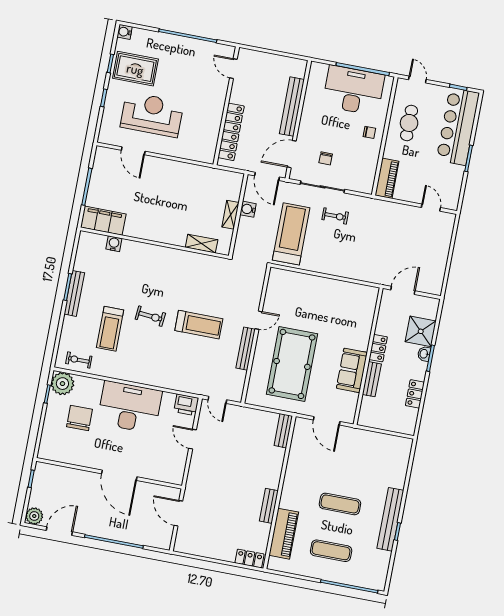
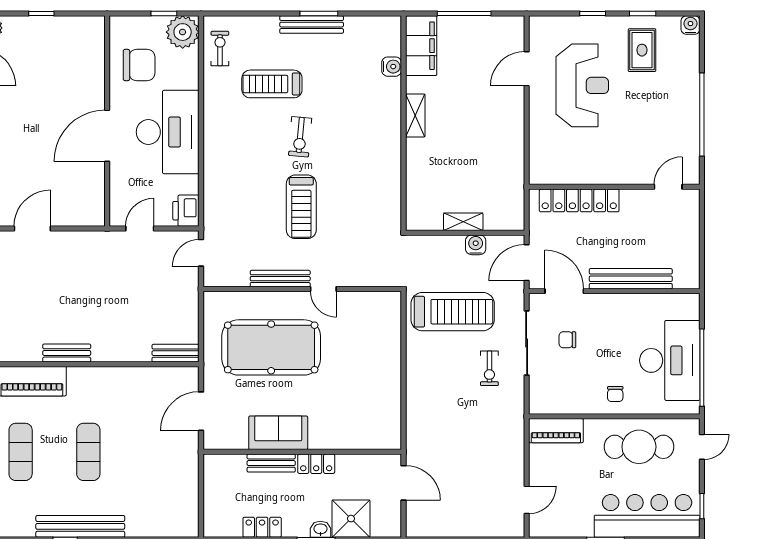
rug: (135, 69) -> (642, 50), width x0.73, depth x0.70
cafe table: (409, 123) -> (639, 447), width x1.37, depth x1.35
shelving: (202, 244) -> (415, 115), moved
wall: (109, 473) -> (107, 121), moved
door: (119, 475) -> (107, 136), moved

